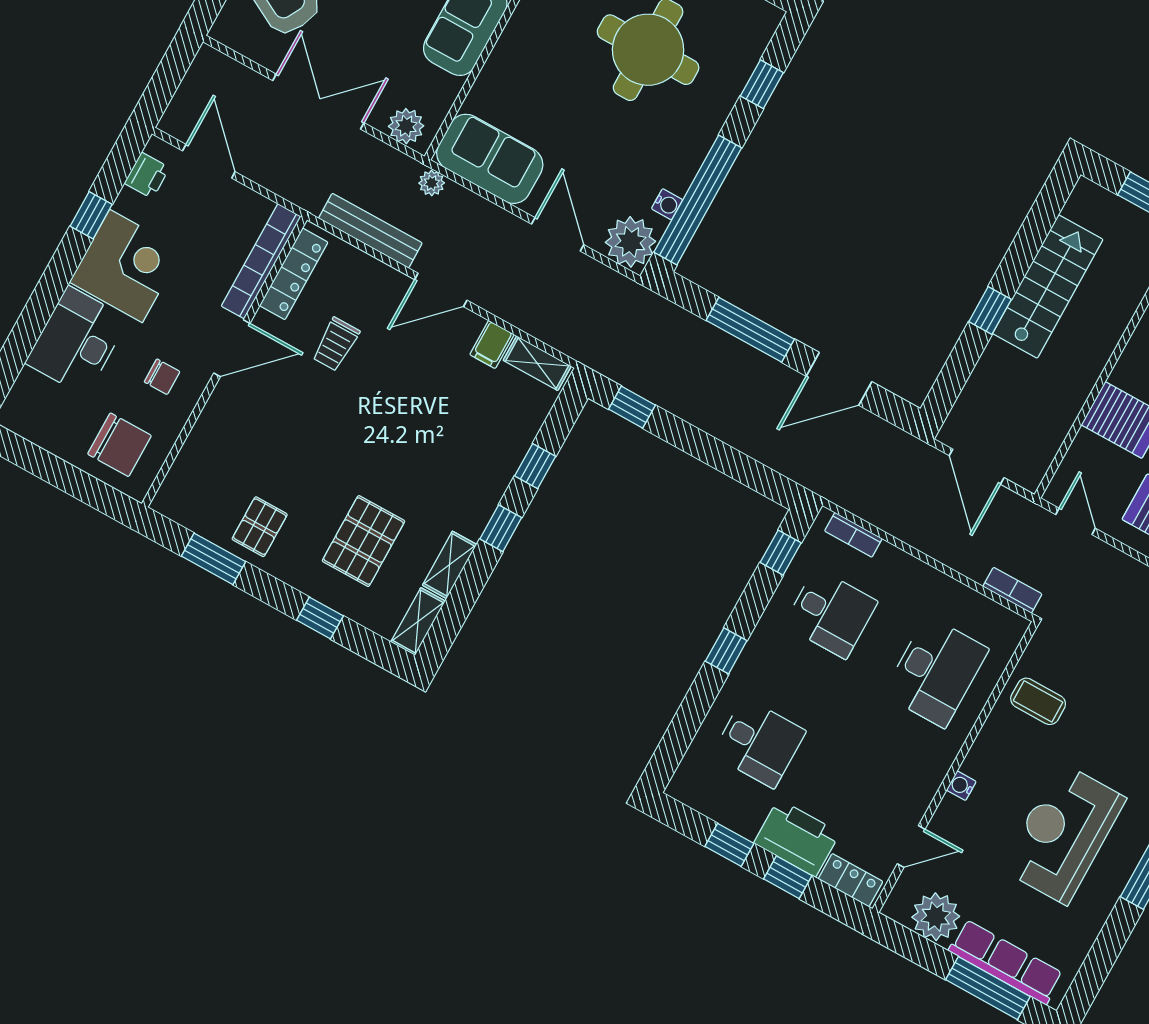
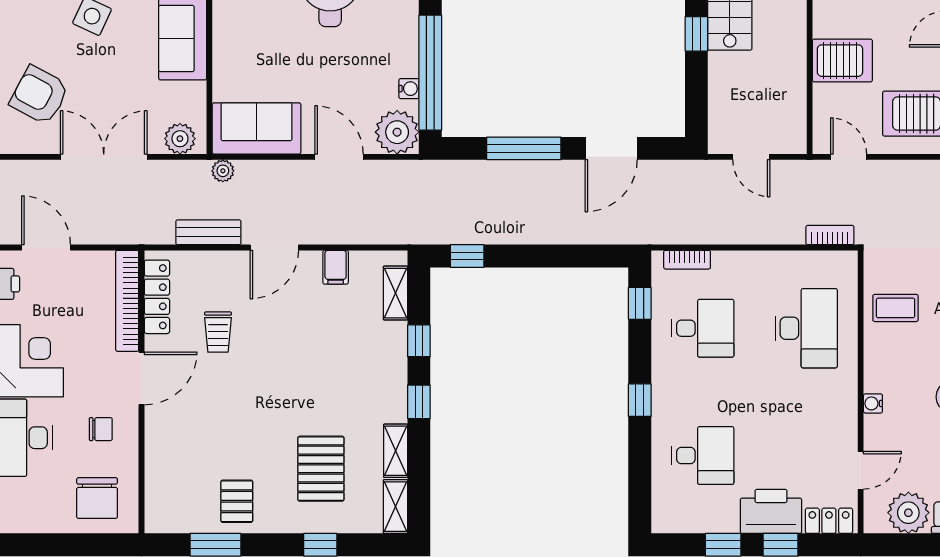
bench: (370, 231) -> (208, 232), width x0.73
shelving: (537, 363) -> (395, 293), moved, turned 90
chair: (119, 445) -> (97, 498), turned 90
door: (977, 467) -> (751, 157), width x0.73

